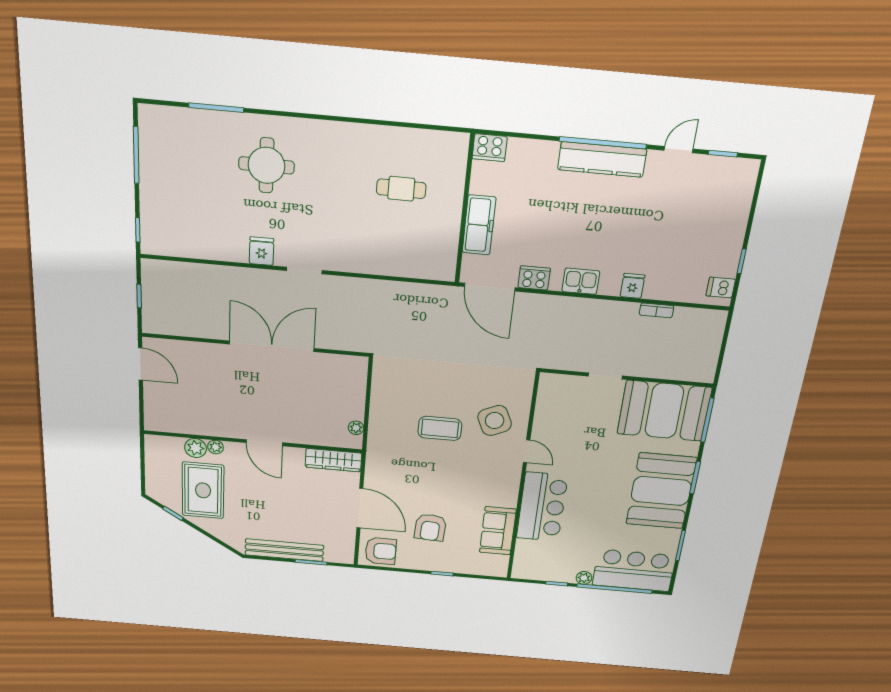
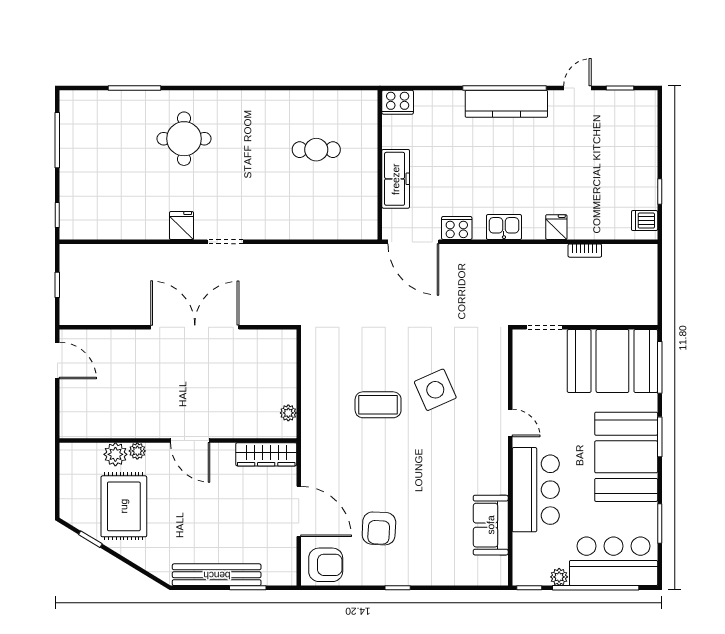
door: (527, 451) -> (510, 423), moved
wall: (523, 479) -> (510, 458), moved
bar counter: (542, 507) -> (536, 490), moved
sofa: (498, 531) -> (491, 525), moved

